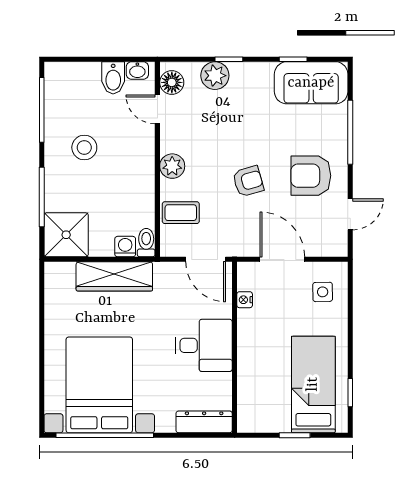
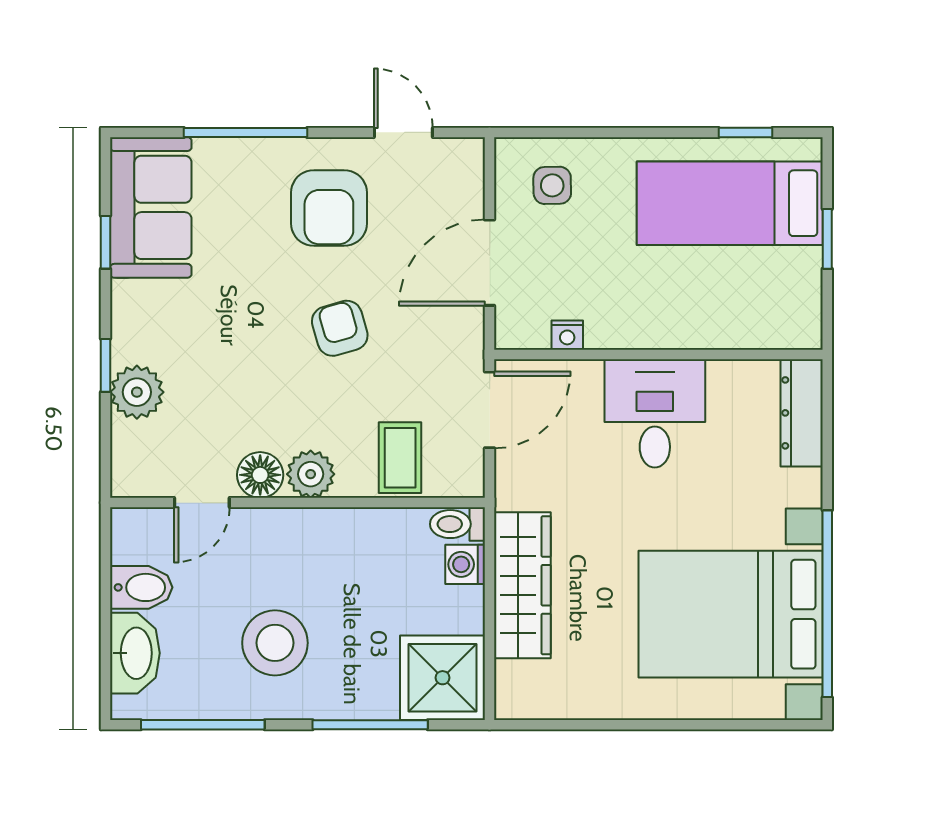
washbasin: (137, 70) -> (135, 653), moved, width x1.91, depth x1.45
floor lamp: (172, 82) -> (260, 475), moved
stool: (84, 147) -> (275, 643), width x1.38, depth x1.38

